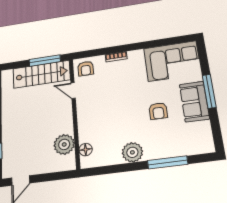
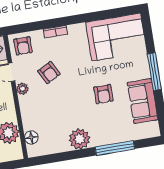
armchair: (107, 91) -> (49, 73), added
sofa: (194, 102) -> (143, 101), moved
plant: (82, 105) -> (22, 89), added

